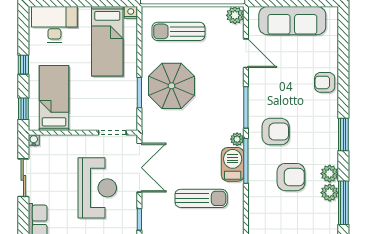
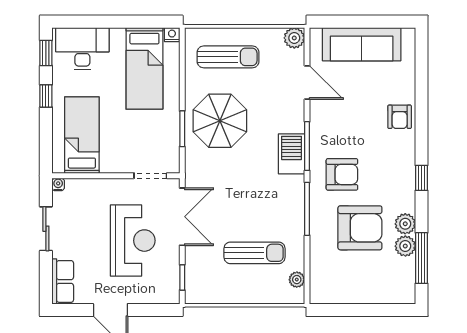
sun lounger: (178, 31) -> (228, 57), turned 180
armchair: (325, 82) -> (400, 117), turned -90
window: (23, 109) -> (46, 53), moved
window: (343, 135) -> (422, 178), width x0.67
plant: (237, 139) -> (297, 280), moved
barbecue: (233, 164) -> (292, 154), moved
armchair: (291, 177) -> (360, 228), width x1.36, depth x1.36

